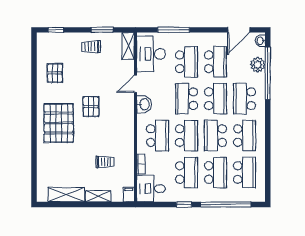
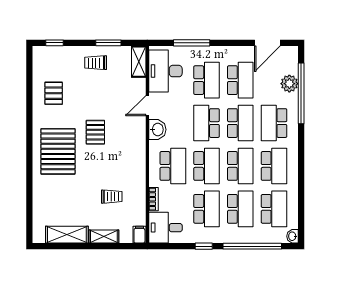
washbasin: (260, 41) -> (293, 236), moved
school desk: (215, 136) -> (240, 166), turned 180

